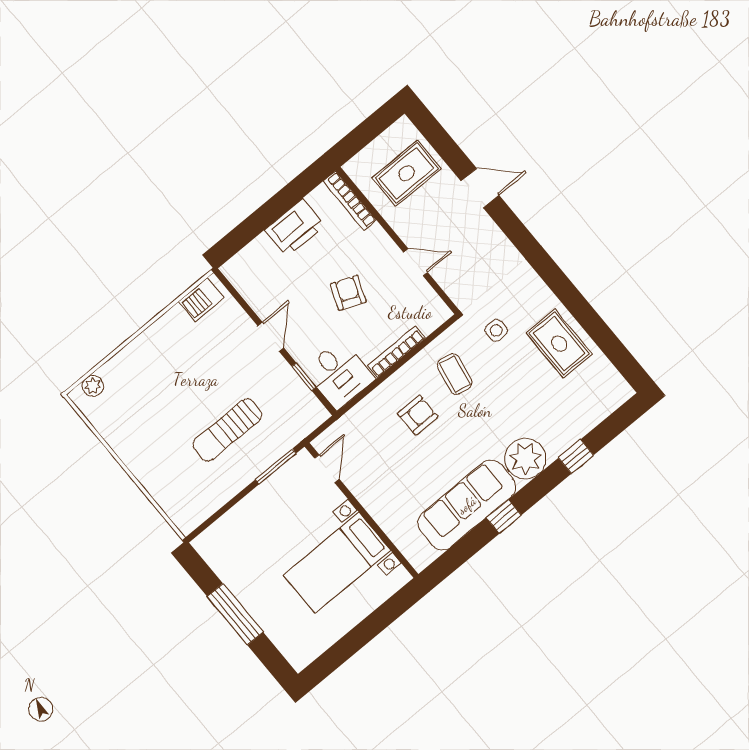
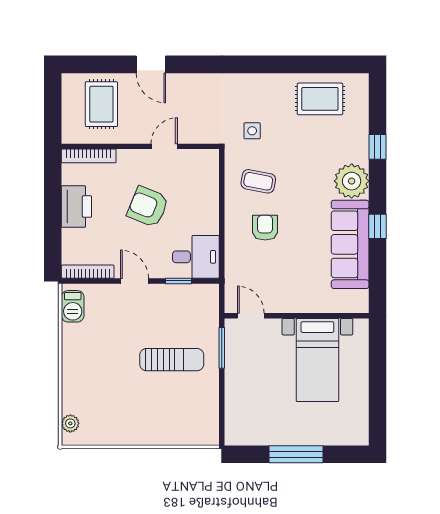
door: (480, 188) -> (151, 64), swing flipped
armchair: (348, 293) -> (148, 207), width x1.38, depth x1.38
rug: (559, 344) -> (320, 99), moved
bookcase: (396, 352) -> (88, 272), moved, turned 90
sun lounger: (227, 430) -> (172, 360), turned -90

